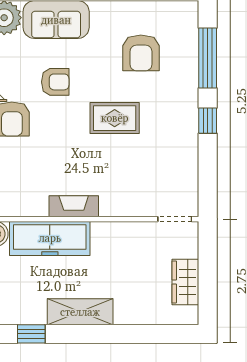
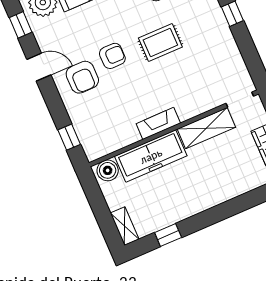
armchair: (55, 82) -> (112, 56), moved
shelving: (80, 312) -> (206, 128), moved

